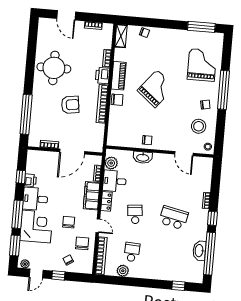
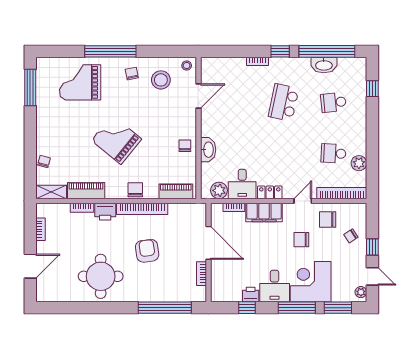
piano: (119, 76) -> (86, 191), moved
piano: (113, 130) -> (176, 191), added
school desk: (135, 214) -> (333, 102), moved

